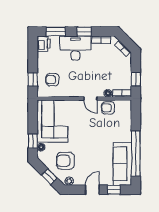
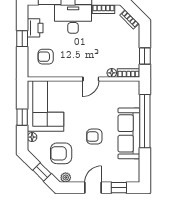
printer: (44, 44) -> (35, 28), moved
window: (33, 79) -> (22, 39), moved
door: (90, 99) -> (91, 79), hinge flipped
armchair: (108, 108) -> (94, 137), moved
window: (33, 141) -> (22, 117), moved
window: (136, 153) -> (145, 121), moved
sofa: (122, 164) -> (129, 133), moved

